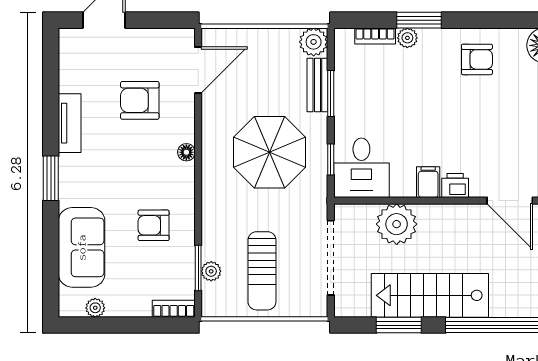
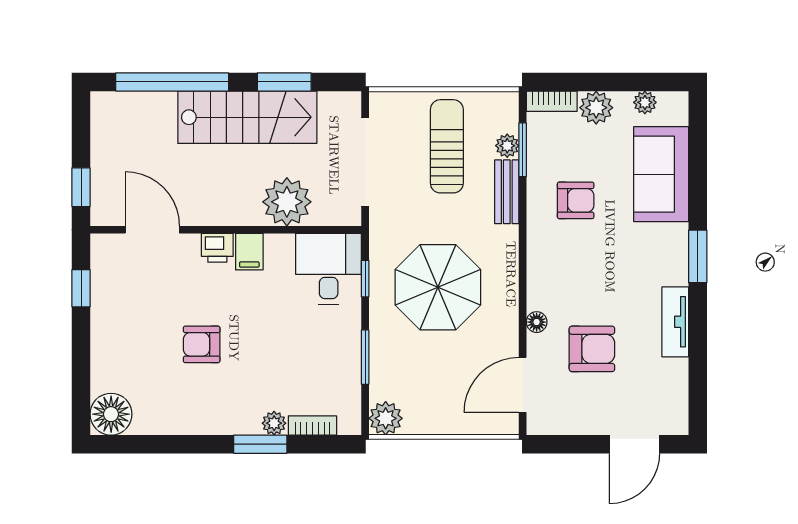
armchair: (477, 59) -> (202, 344), moved
bench: (317, 85) -> (507, 192), moved
floor lamp: (186, 152) -> (537, 322), moved
plant: (136, 303) -> (596, 108), added

